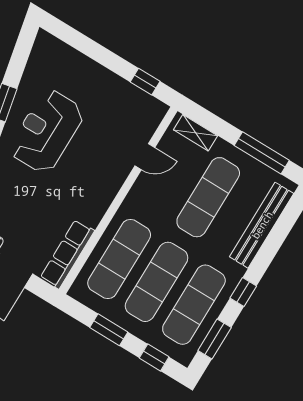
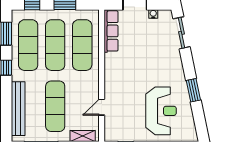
reception desk: (47, 131) -> (161, 111), moved

